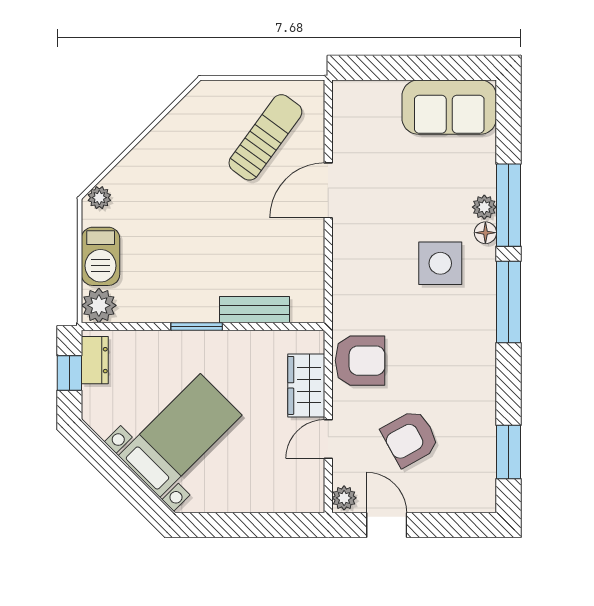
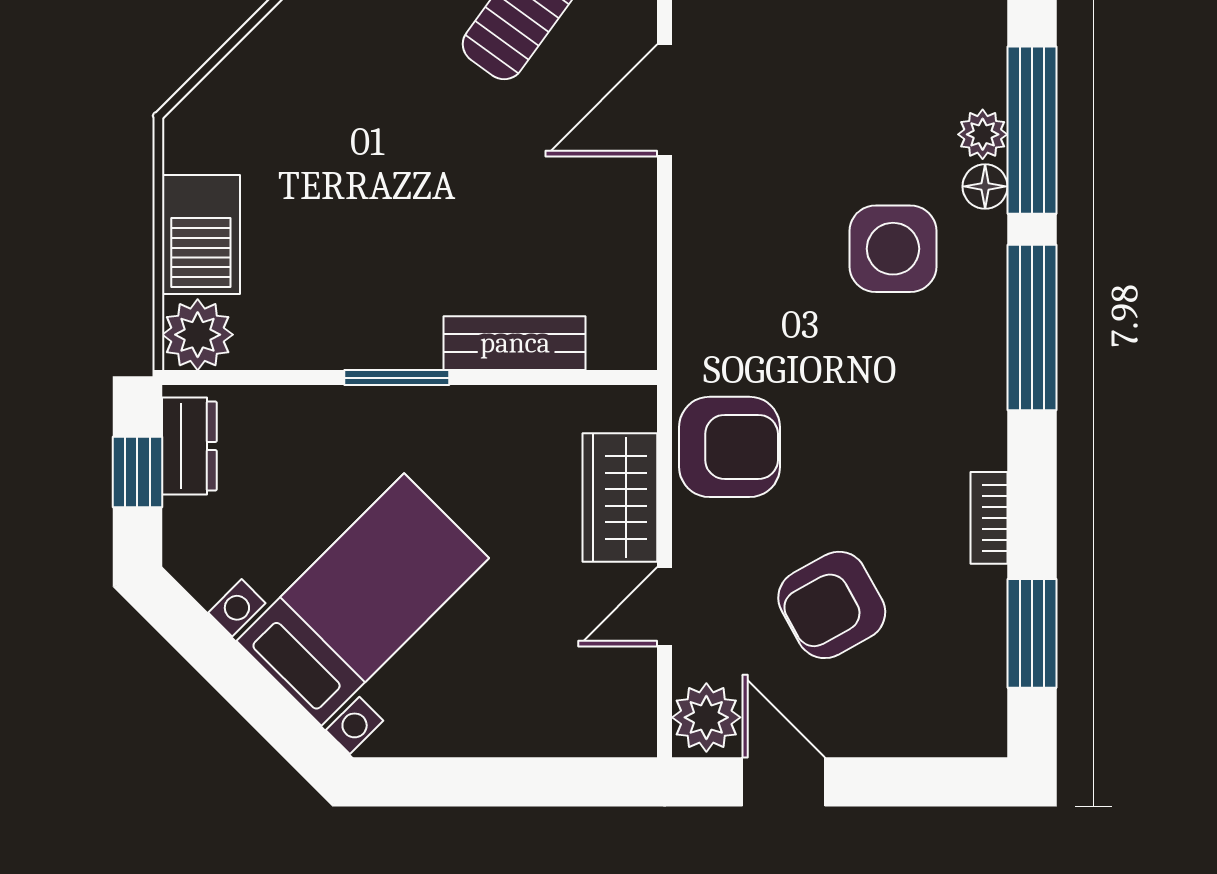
plant: (99, 198) -> (198, 115), removed
bookcase: (487, 395) -> (989, 518), added
plant: (344, 498) -> (706, 717), width x1.38, depth x1.38

